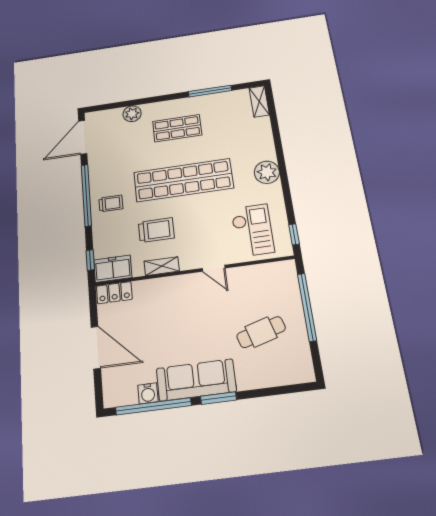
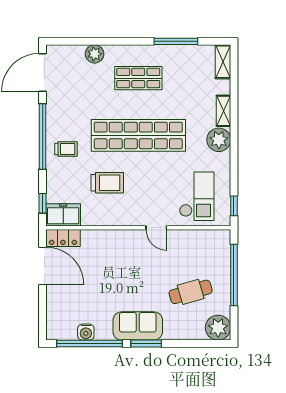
shelving: (162, 266) -> (224, 111), moved, turned 90
door: (96, 347) -> (43, 266), moved
plant: (299, 369) -> (218, 328), added
sofa: (196, 380) -> (138, 326), width x0.73

